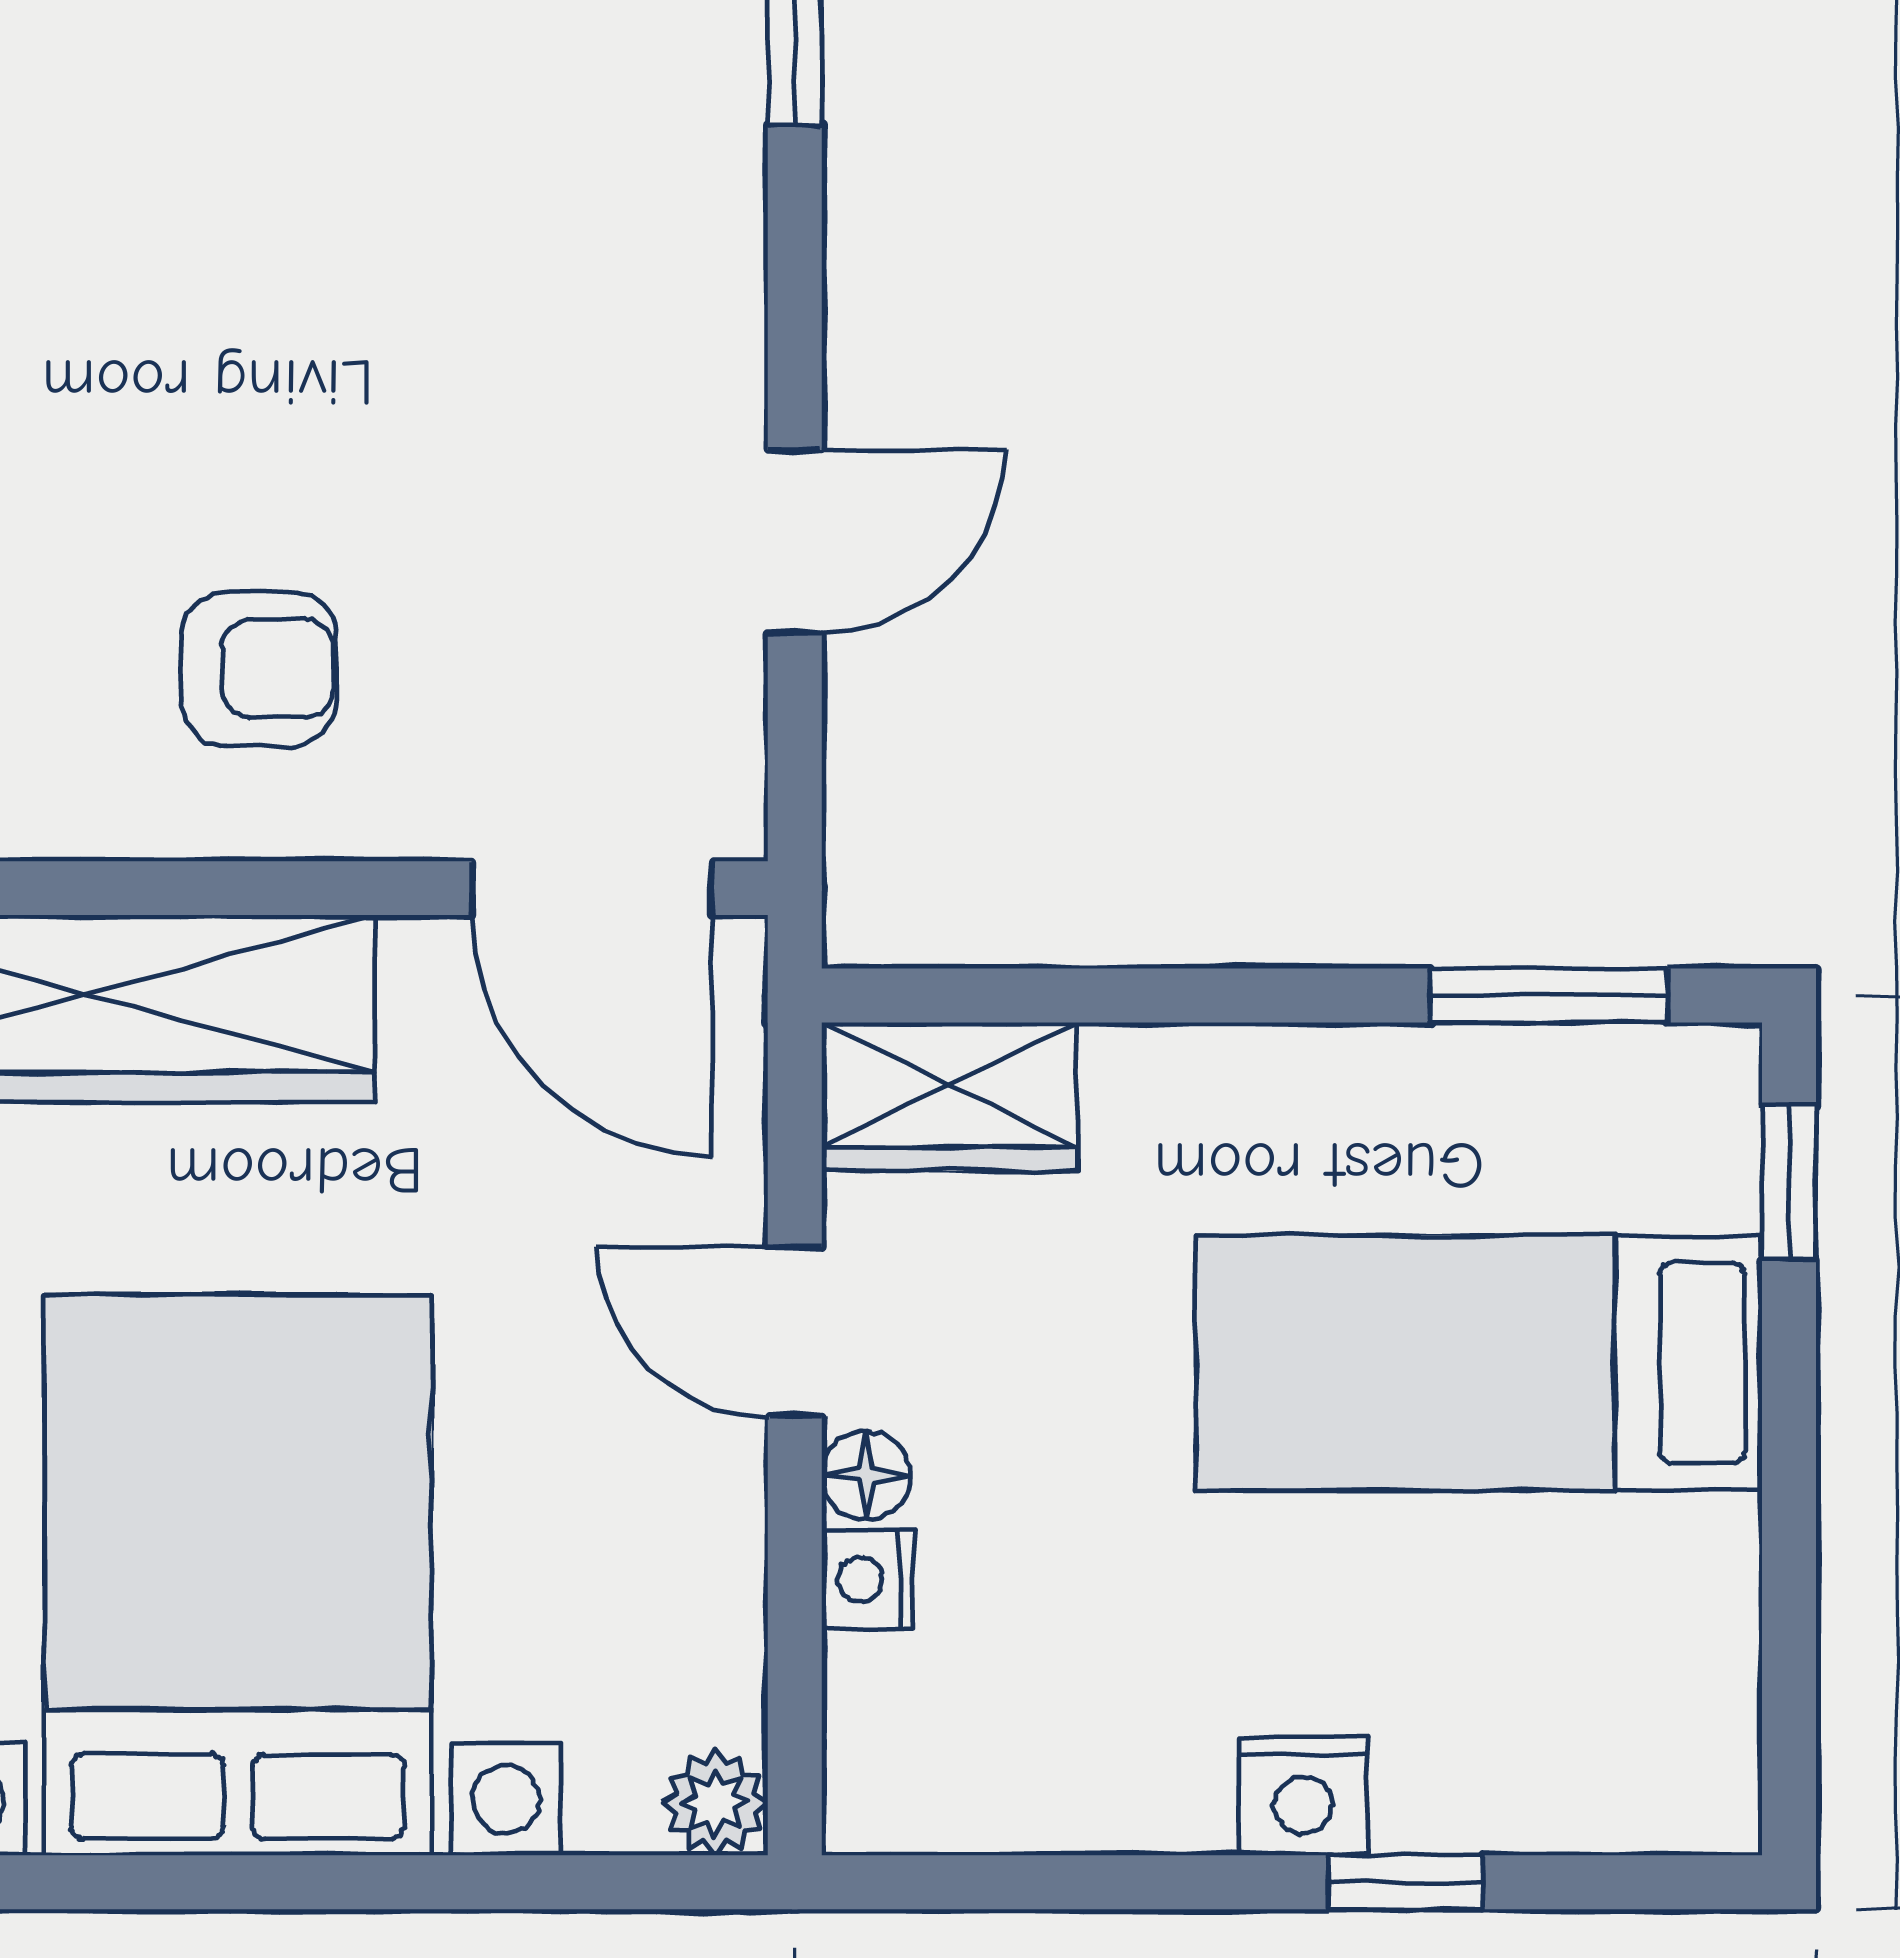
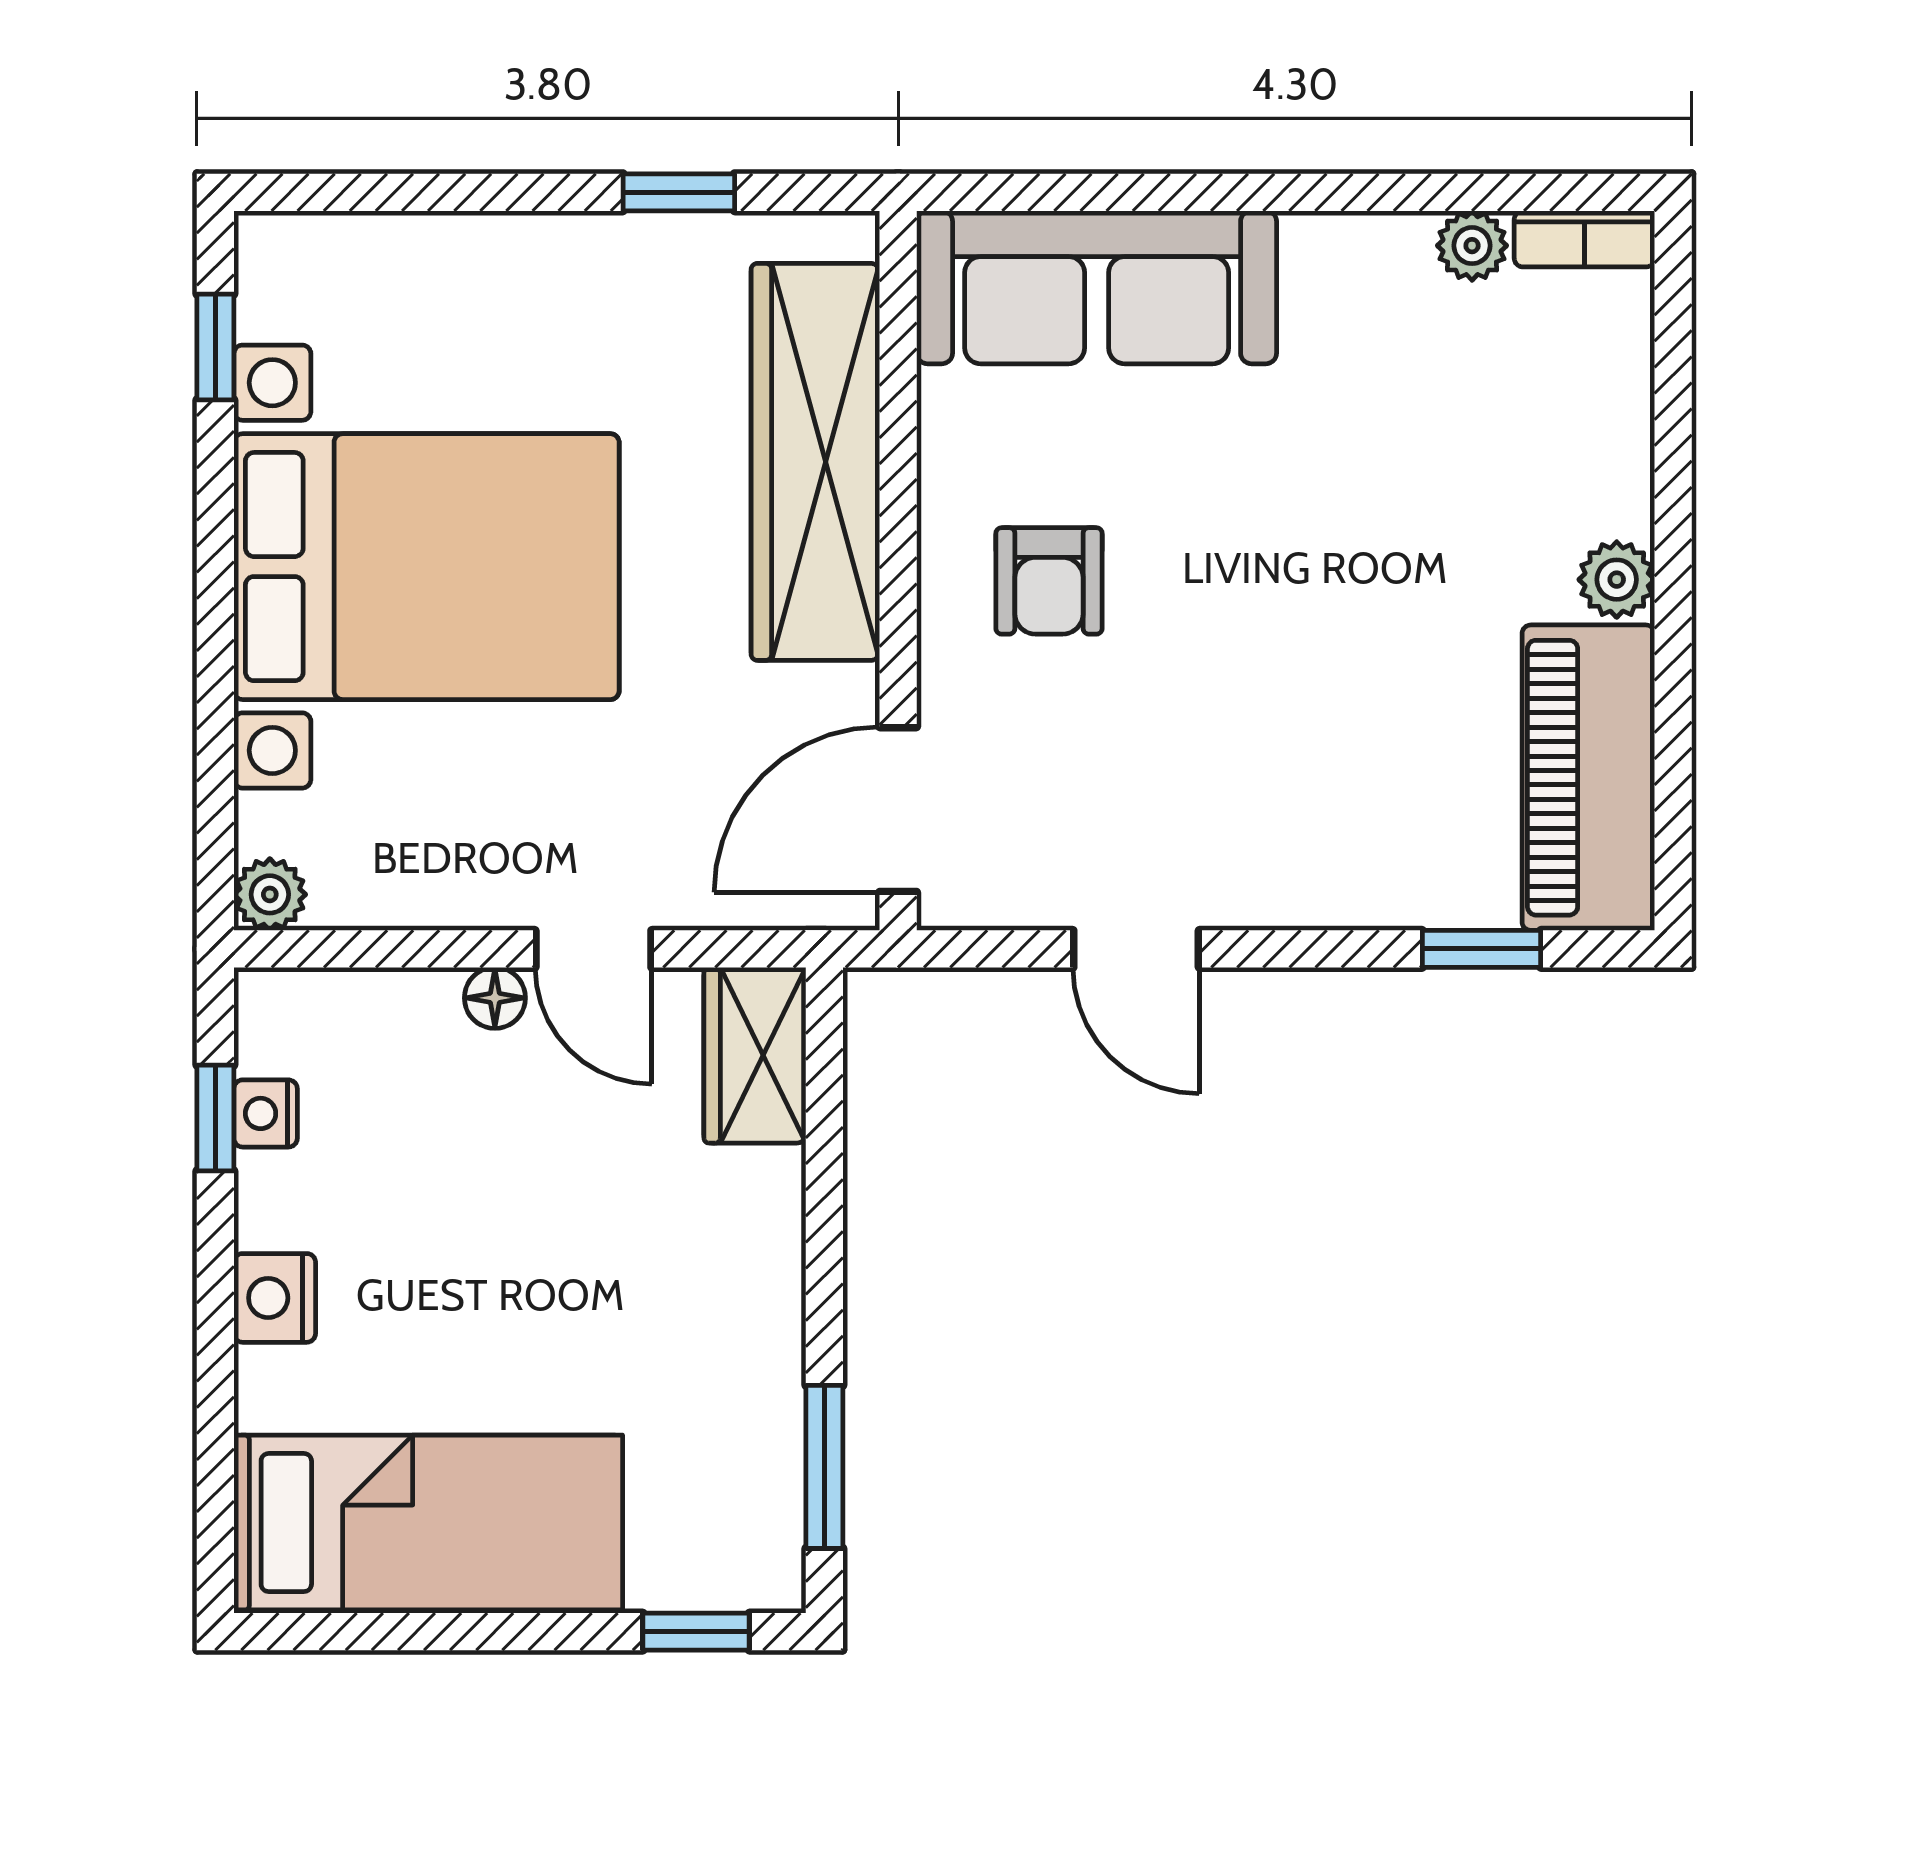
door: (795, 1332) -> (593, 949), swing flipped
bed: (1479, 1363) -> (428, 1523), moved, turned 90
nightstand: (868, 1579) -> (266, 1113), moved, turned -90
window: (1405, 1882) -> (215, 1118), moved

